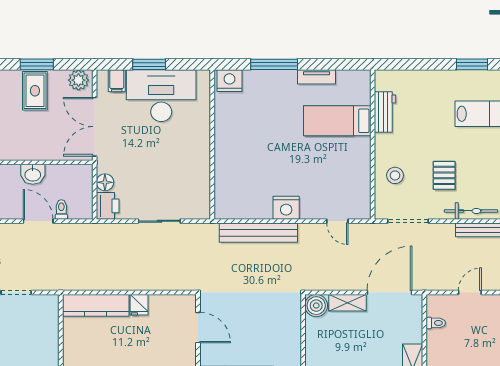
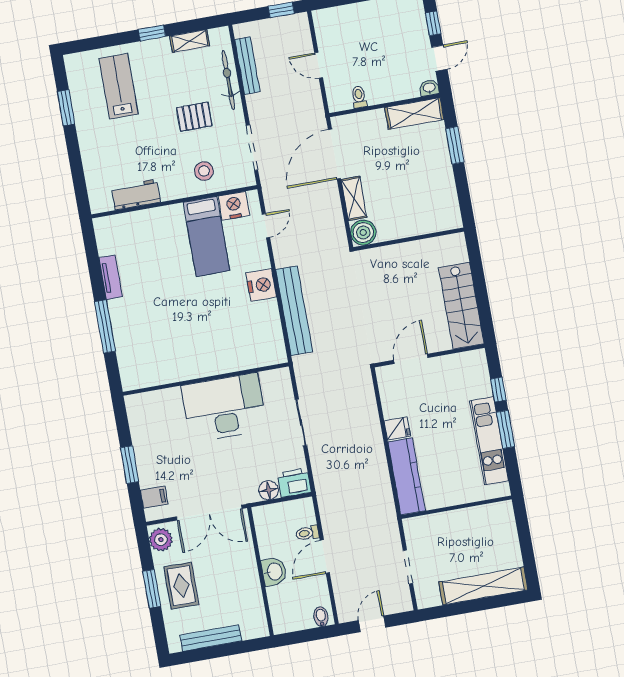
nightstand: (229, 81) -> (234, 206), moved, turned 90
rug: (35, 91) -> (181, 586), turned 90
desk: (161, 96) -> (224, 407), moved, turned 90
bed: (337, 121) -> (206, 236), moved
door: (389, 292) -> (334, 154), hinge flipped

